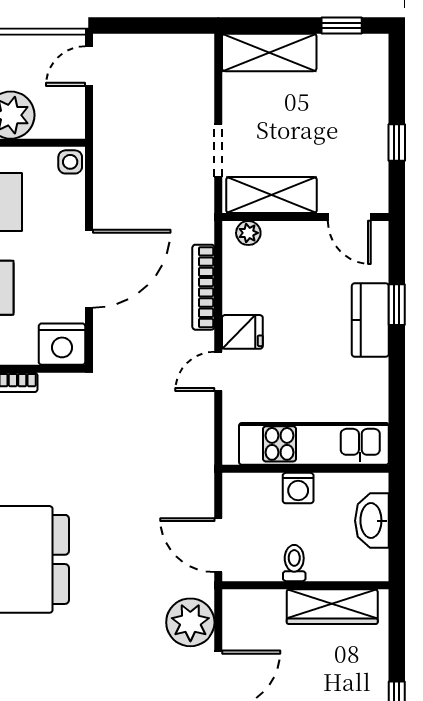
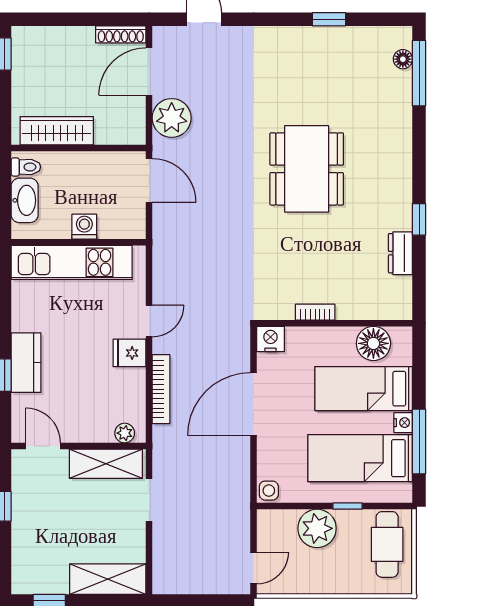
nightstand: (62, 344) -> (270, 339), width x0.74, depth x0.75
toilet: (294, 563) -> (26, 167), moved, turned -90

